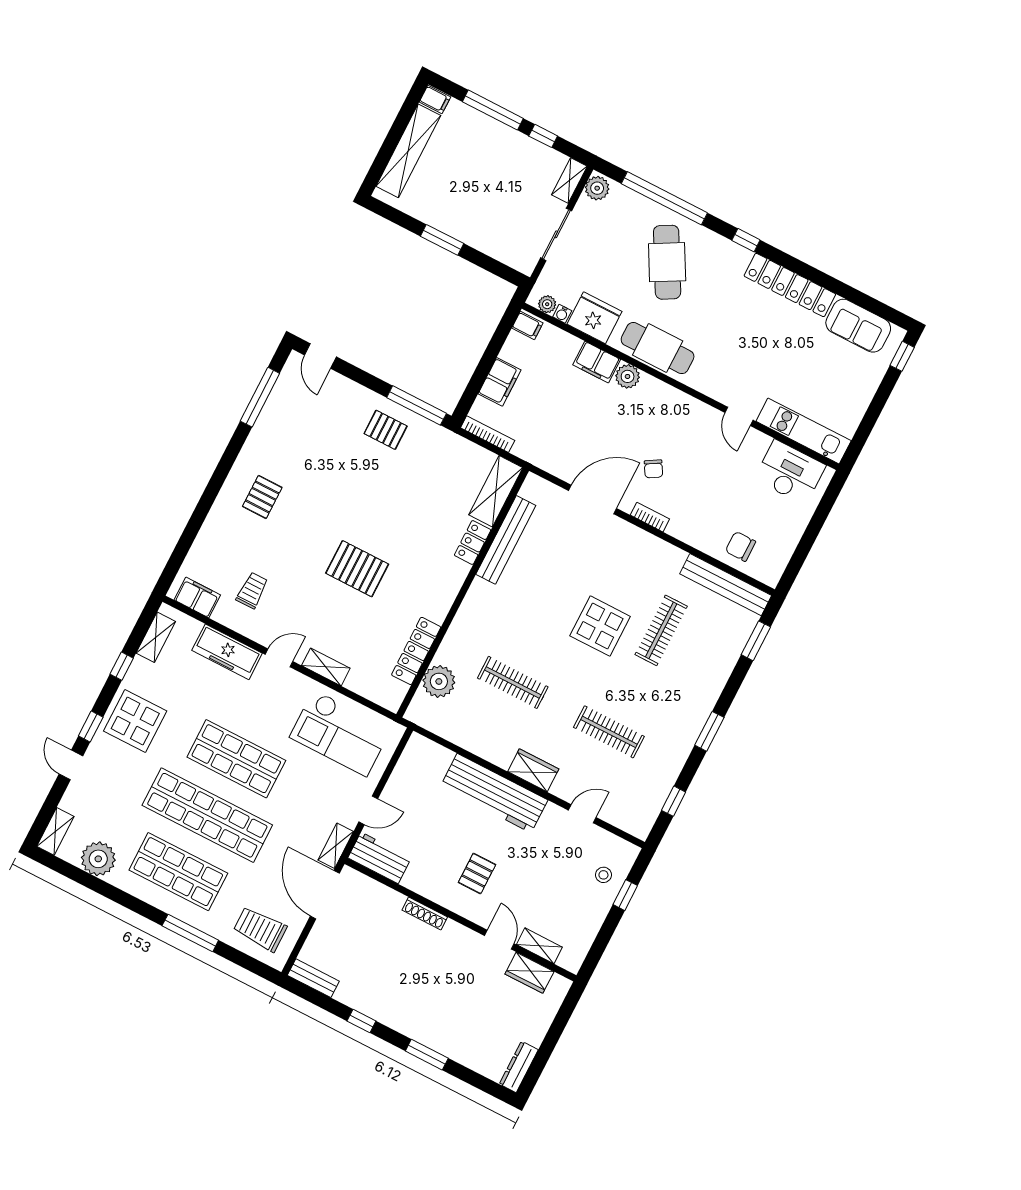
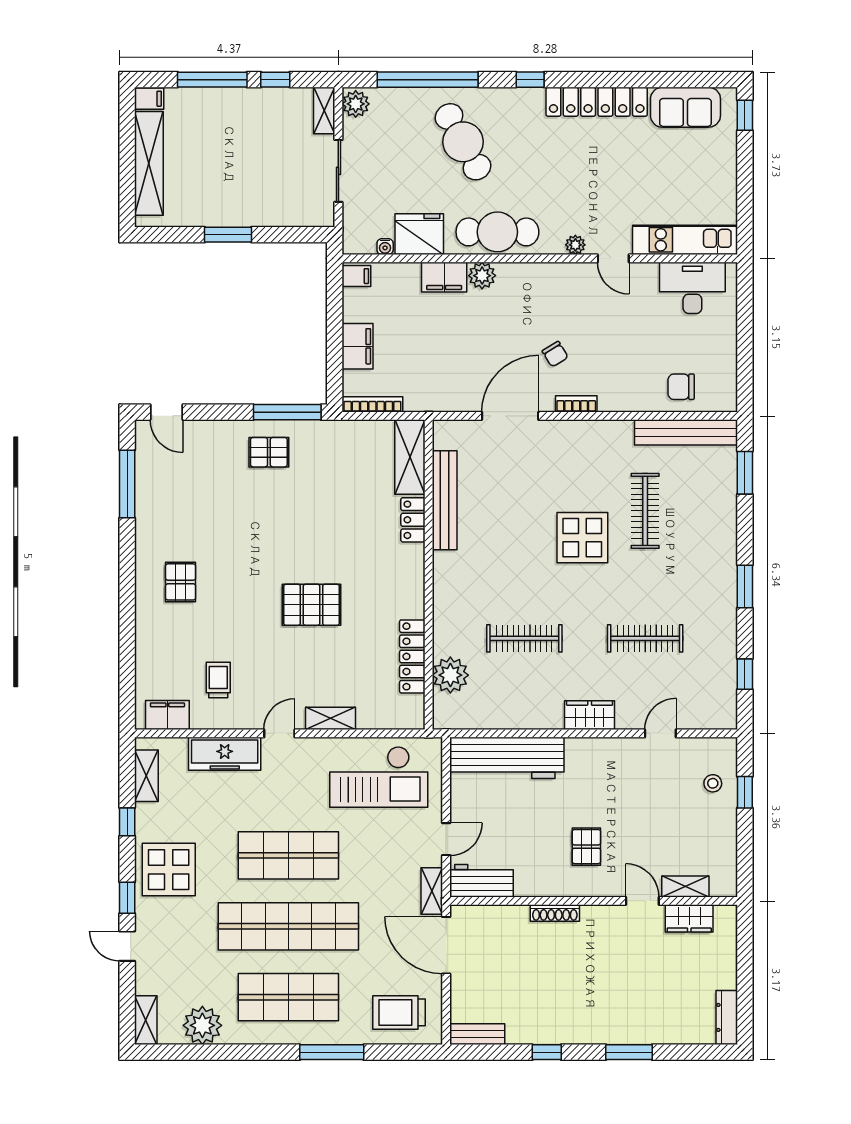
plant: (547, 304) -> (575, 245), moved
workbench: (494, 793) -> (507, 758), moved

